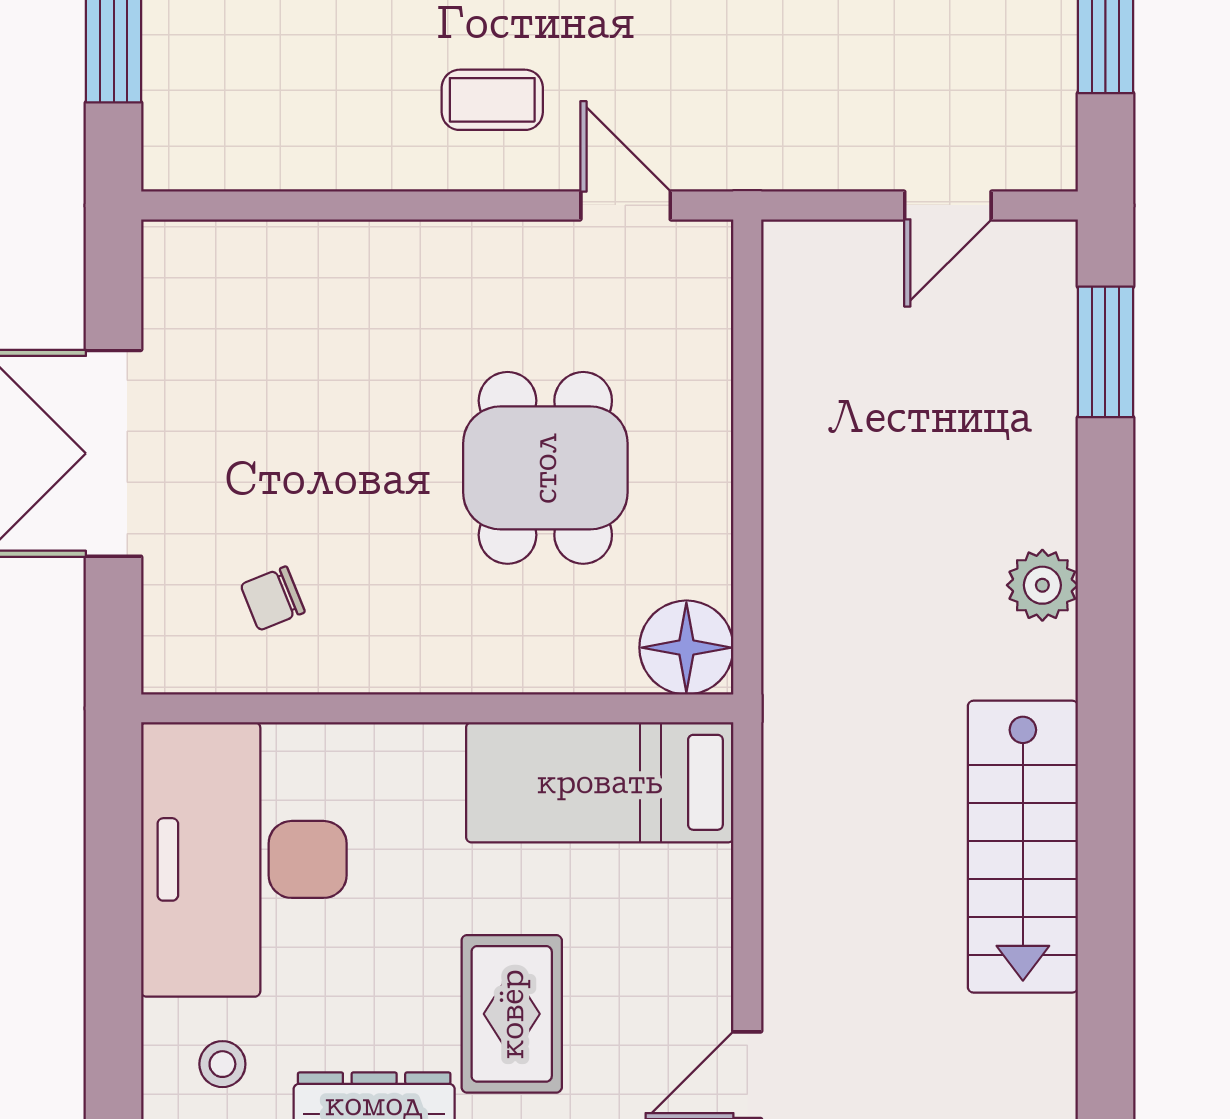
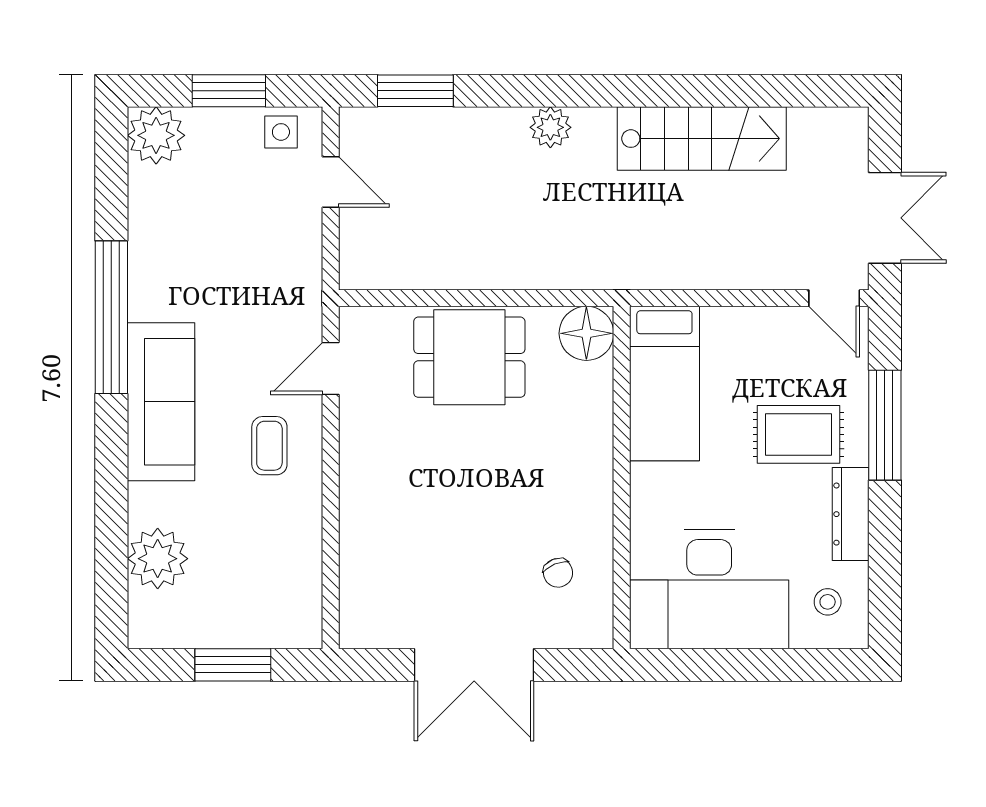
side table: (1034, 120) -> (281, 132), added
dining table: (545, 468) -> (469, 357), moved

